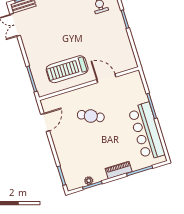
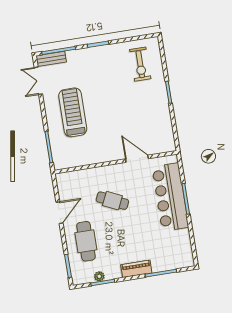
treadmill: (67, 69) -> (73, 112), moved, turned 90
door: (45, 122) -> (60, 213), moved
bar counter: (146, 131) -> (170, 197), moved
cafe table: (74, 153) -> (86, 241), added

